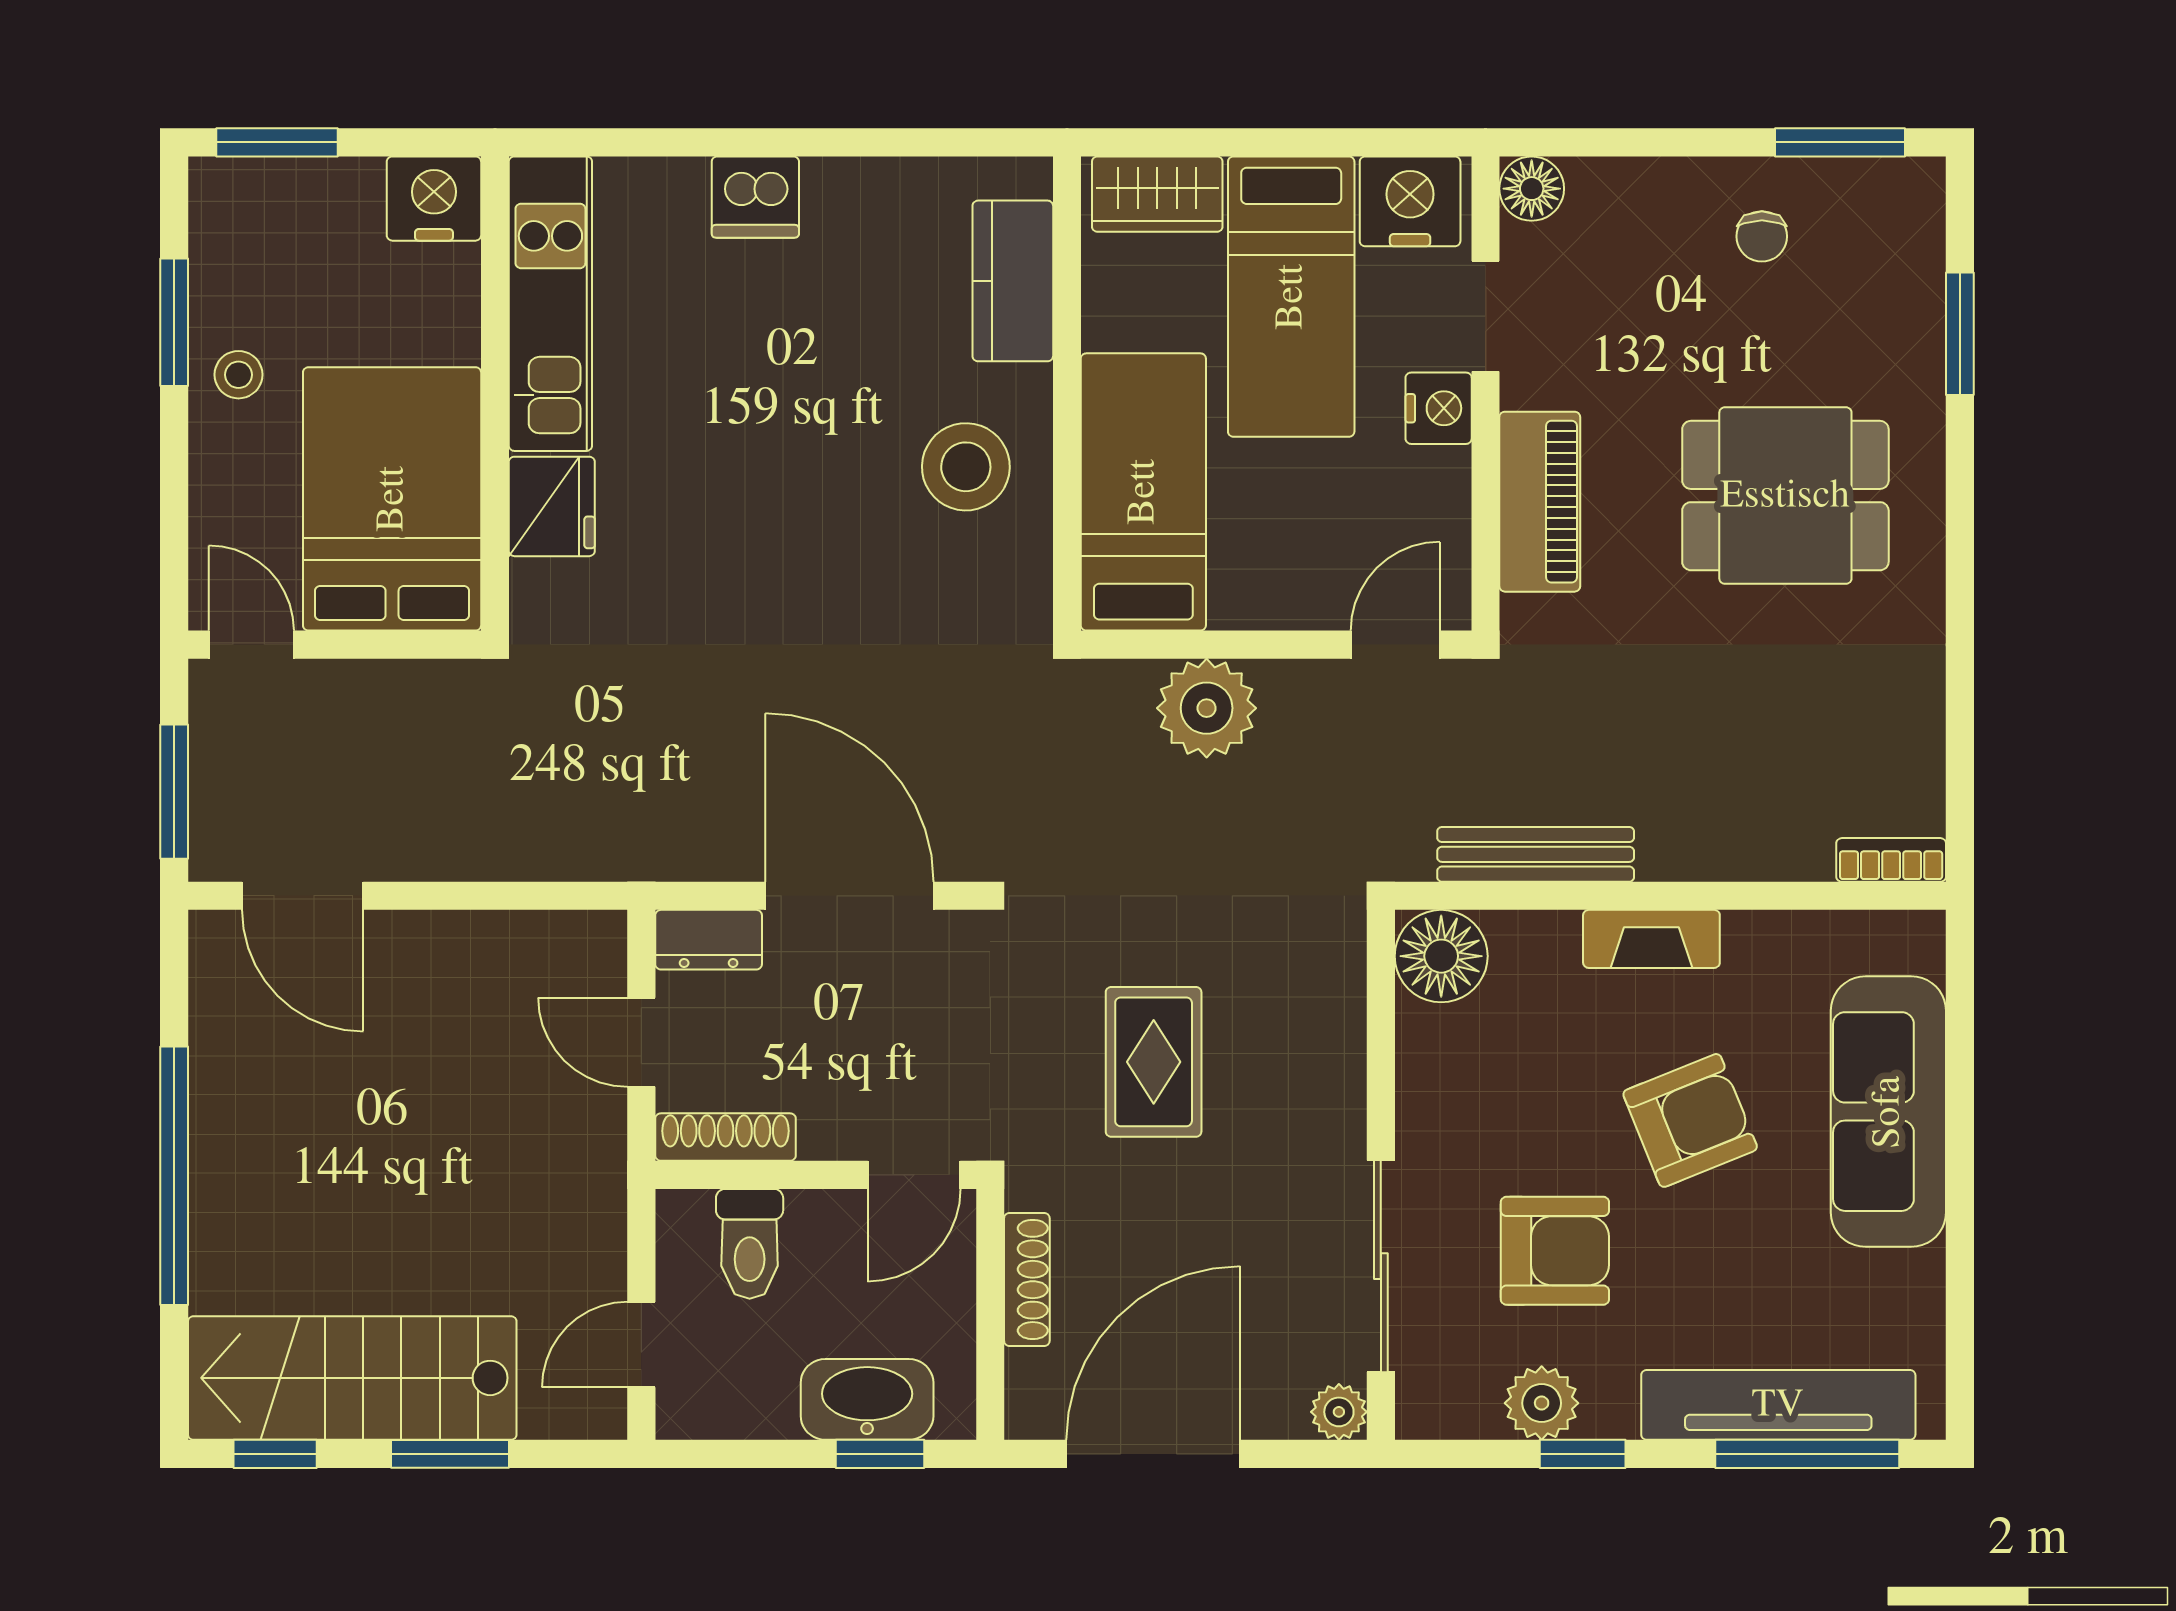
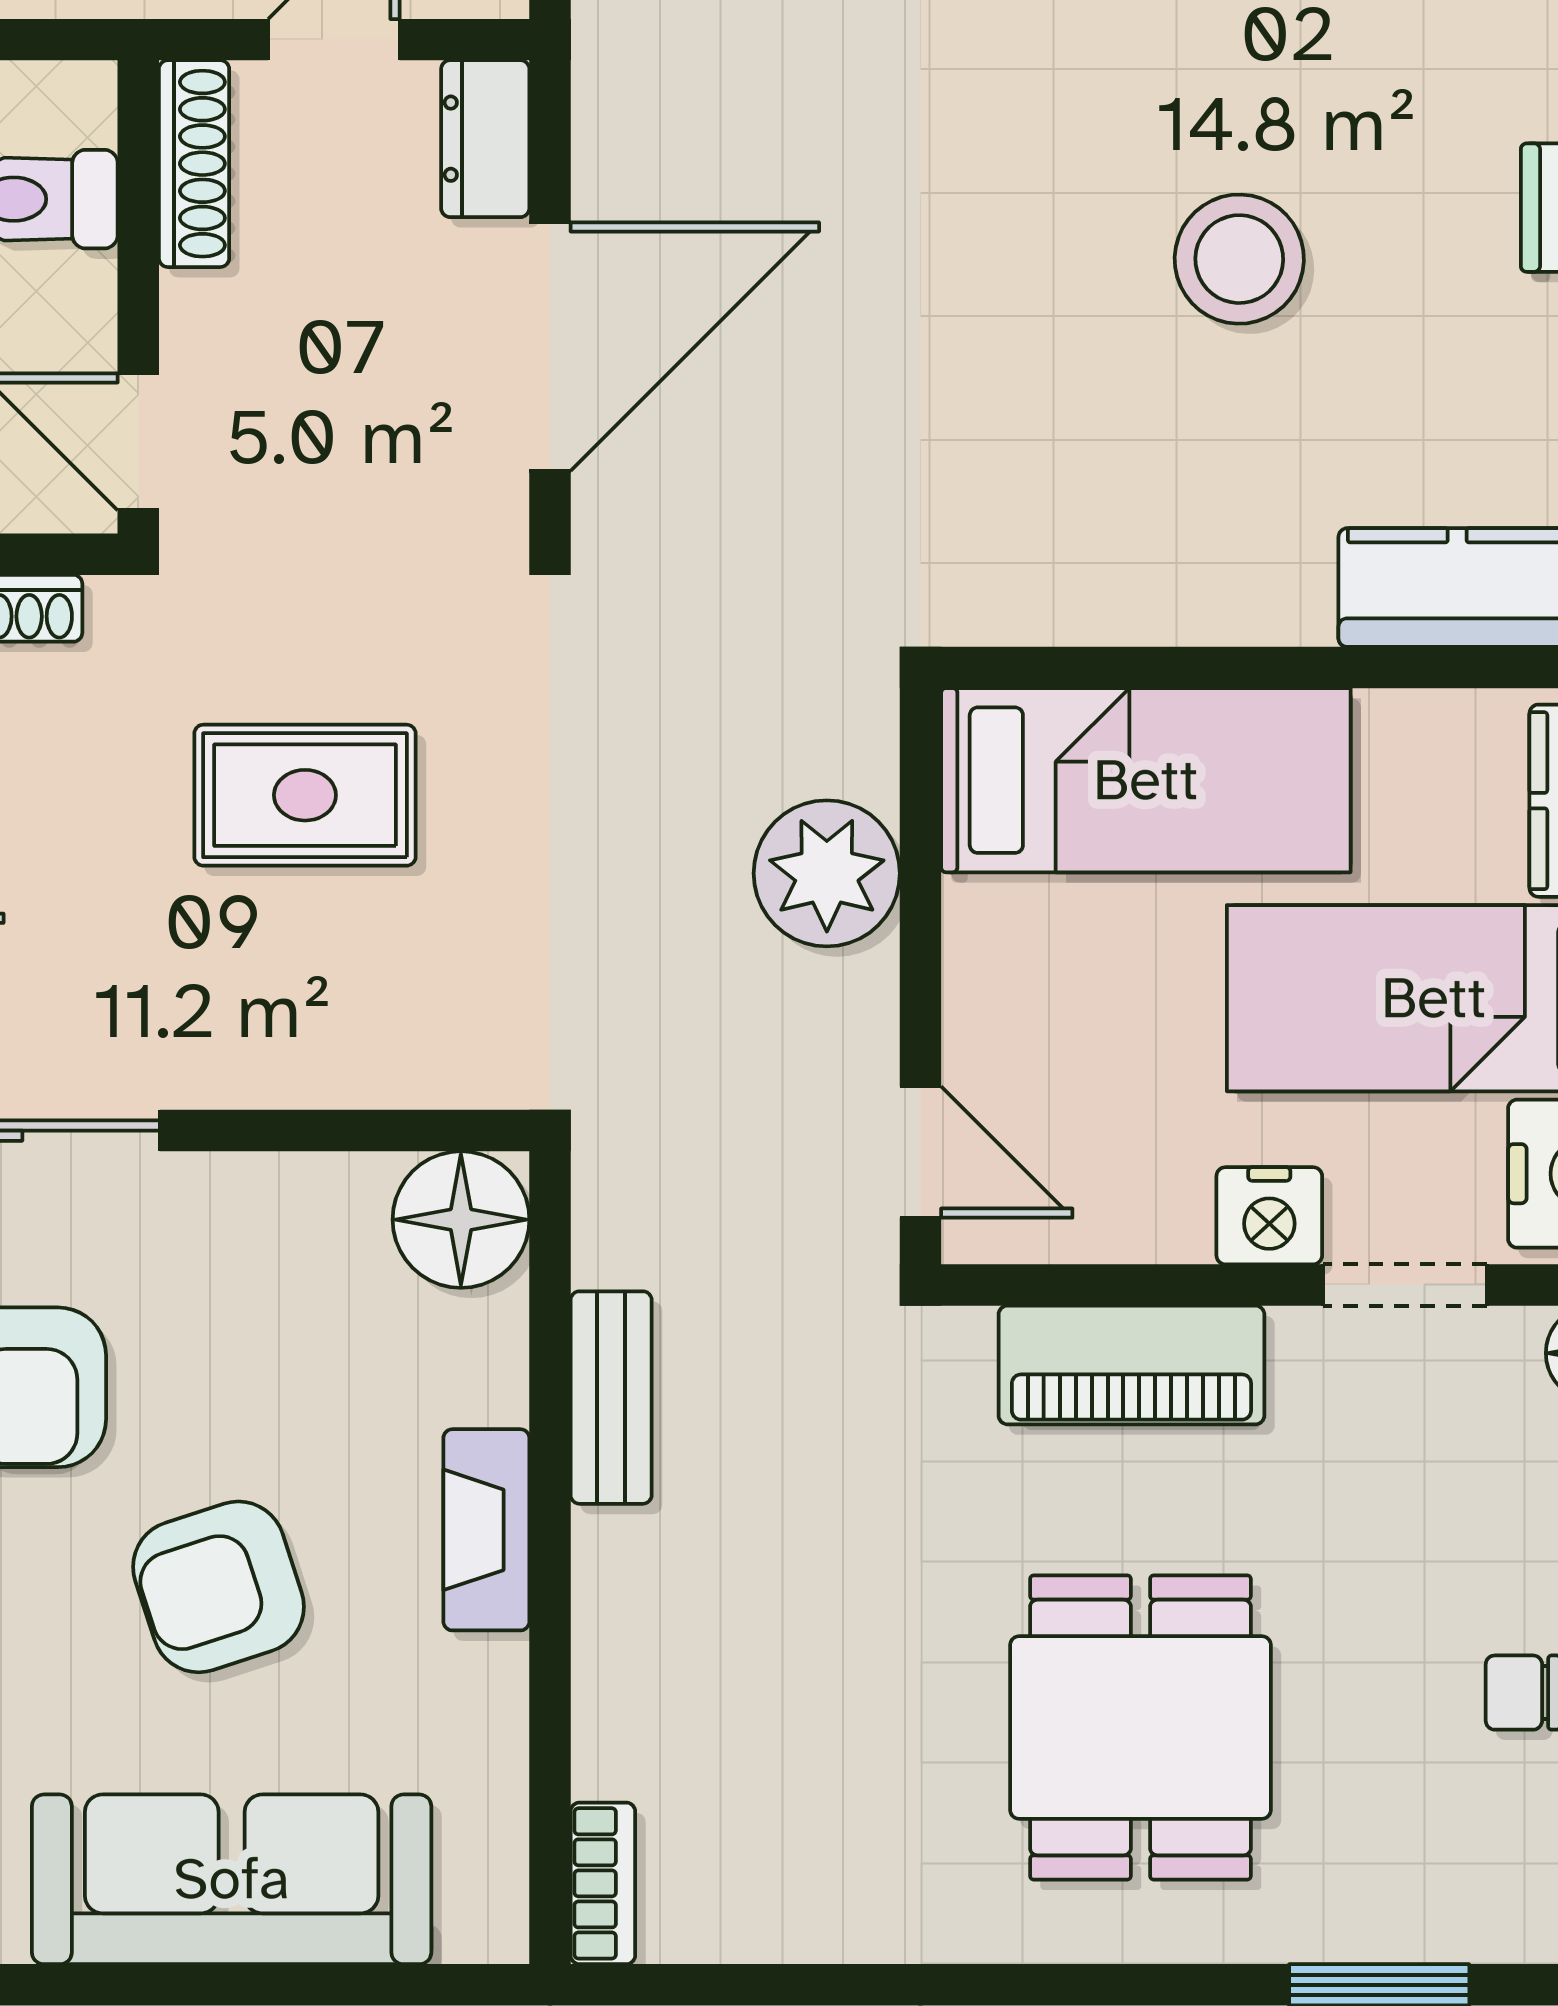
stool: (966, 467) -> (1239, 259), moved
bench: (1536, 854) -> (611, 1398), width x0.73
armchair: (1690, 1120) -> (219, 1587), turned 94

